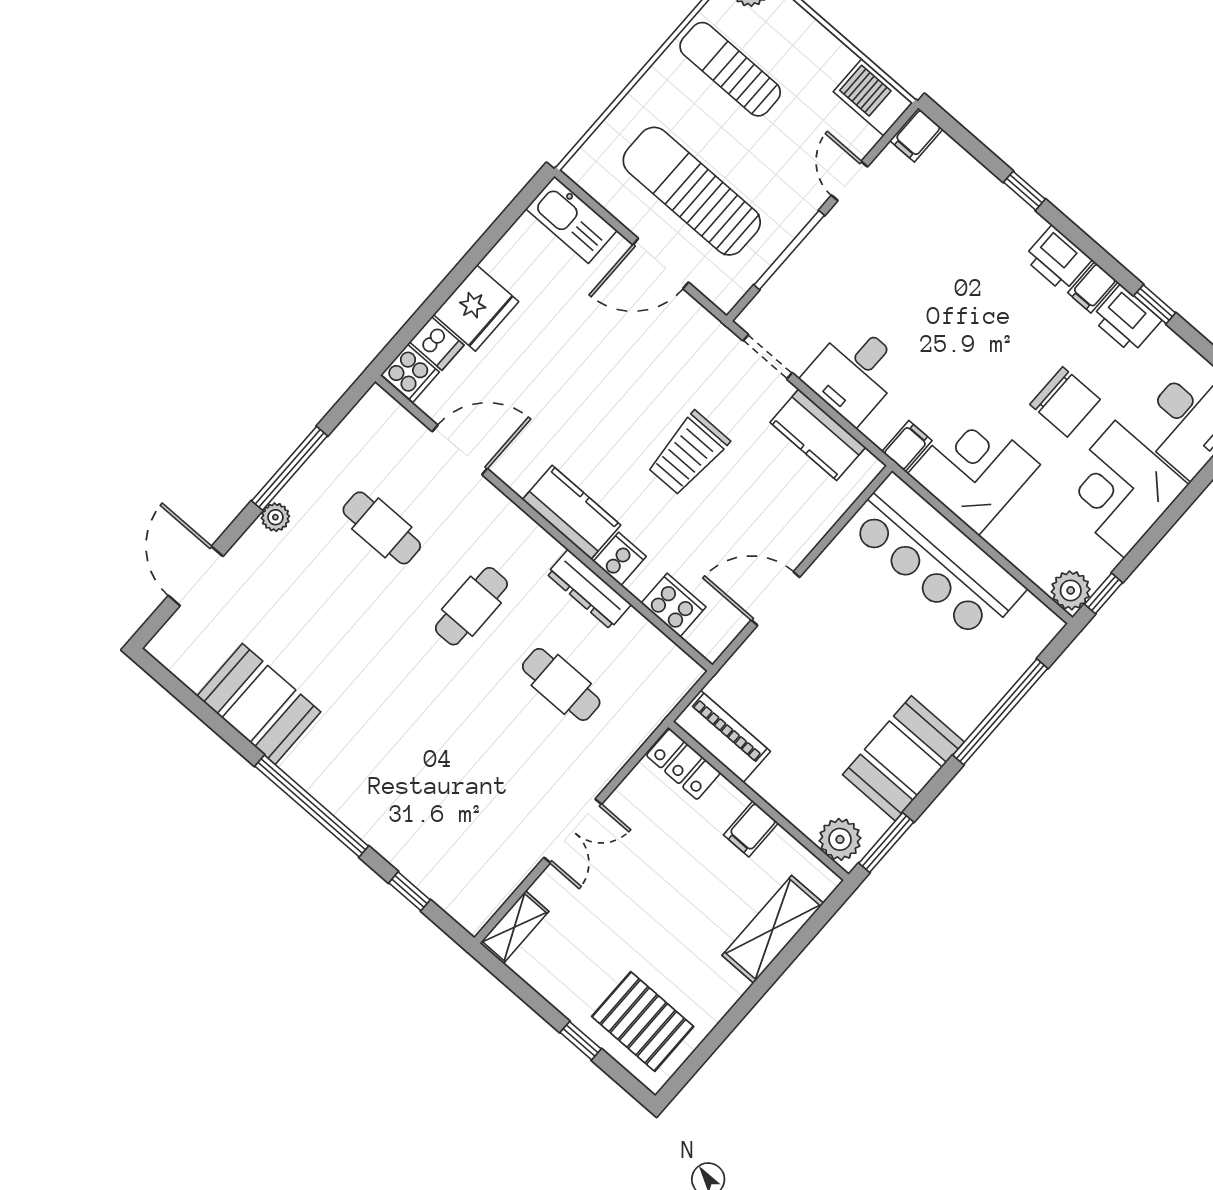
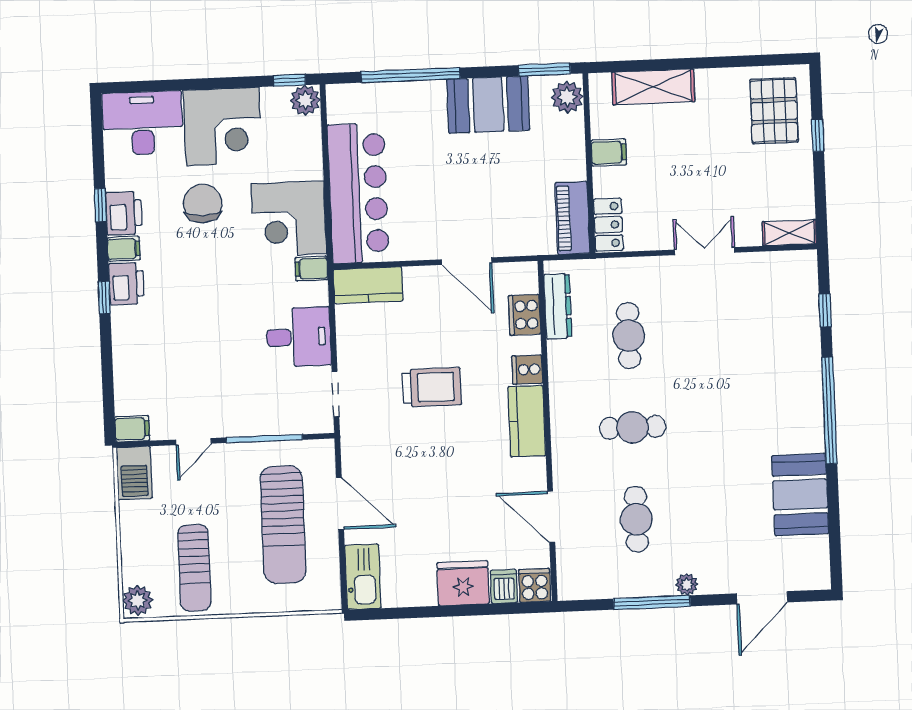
window: (1024, 191) -> (104, 298), moved
kitchen counter: (818, 435) -> (368, 285), moved, turned 90
dresser: (589, 589) -> (558, 306), moved

